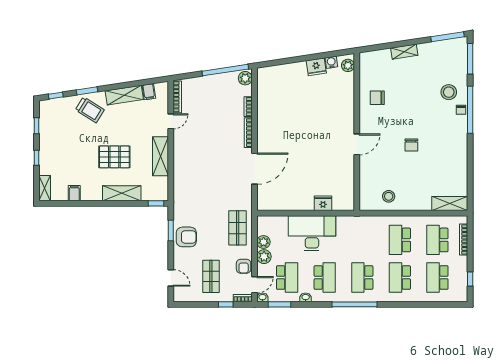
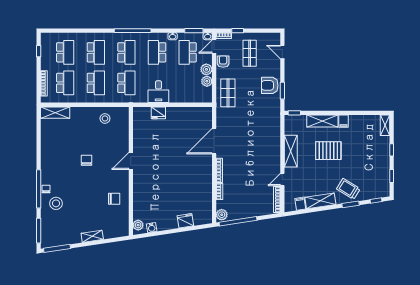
fridge: (316, 67) -> (185, 221), moved
filing cabinet: (74, 193) -> (343, 121), moved
desk: (312, 233) -> (158, 92), width x0.53, depth x0.77
school desk: (362, 240) -> (126, 83), added

